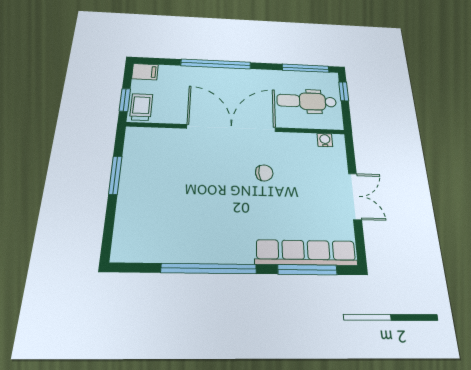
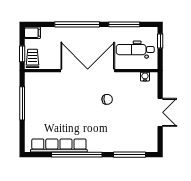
window: (306, 68) -> (124, 24), moved
window: (115, 175) -> (22, 103), width x1.44
row of seats: (306, 253) -> (59, 145), moved

